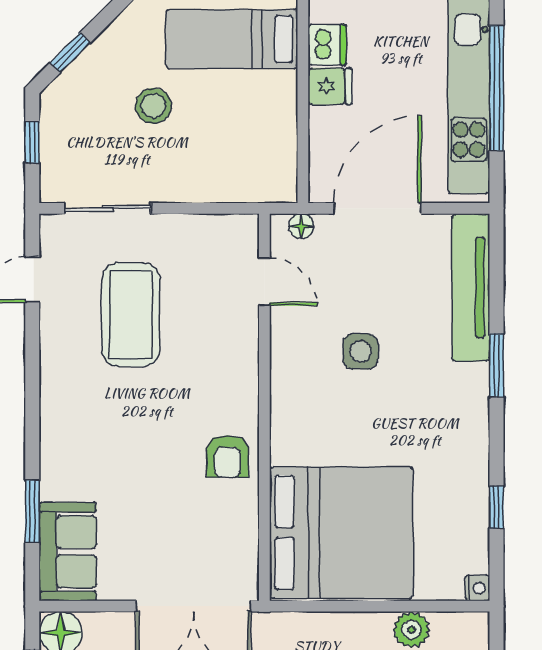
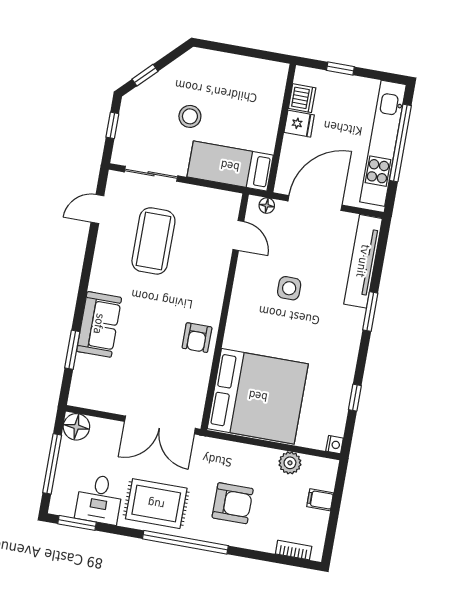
bed: (232, 39) -> (230, 166), moved
sofa: (68, 552) -> (99, 324), moved

